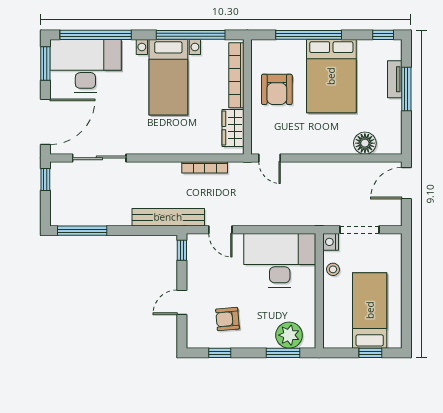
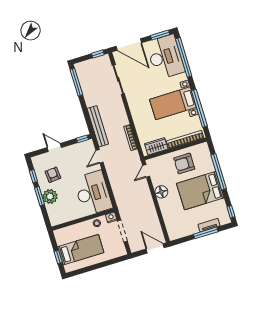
floor lamp: (365, 143) -> (161, 192), moved
plant: (289, 335) -> (50, 196), moved
window: (283, 353) -> (40, 196), moved

